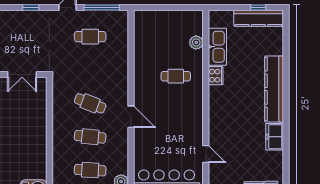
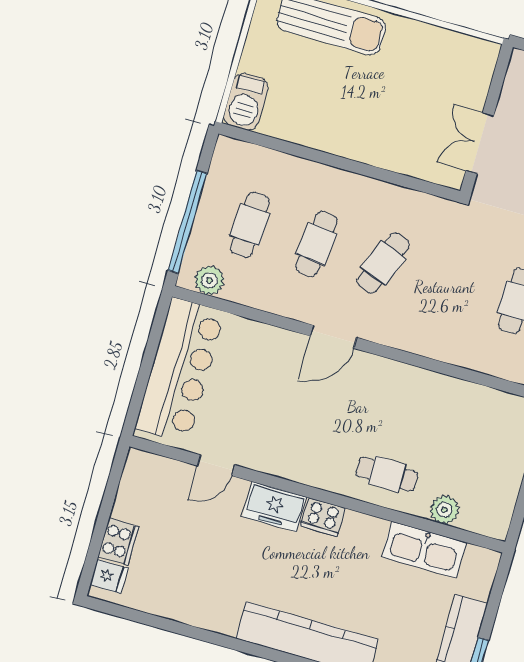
cafe table: (176, 76) -> (387, 474), moved, turned 90
cooker: (216, 76) -> (323, 517), moved
freezer: (275, 137) -> (274, 507), moved, turned 180

